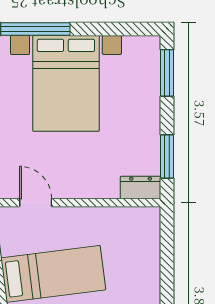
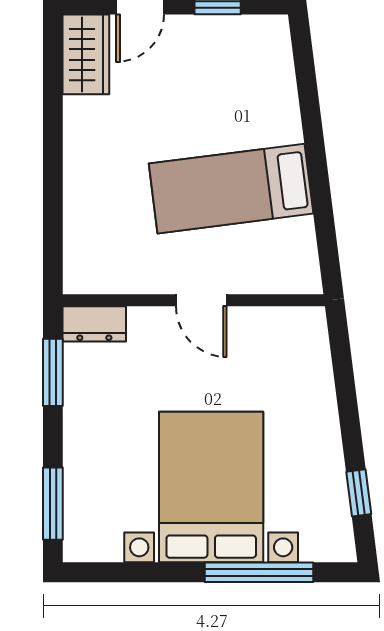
door: (36, 203) -> (201, 300), moved

